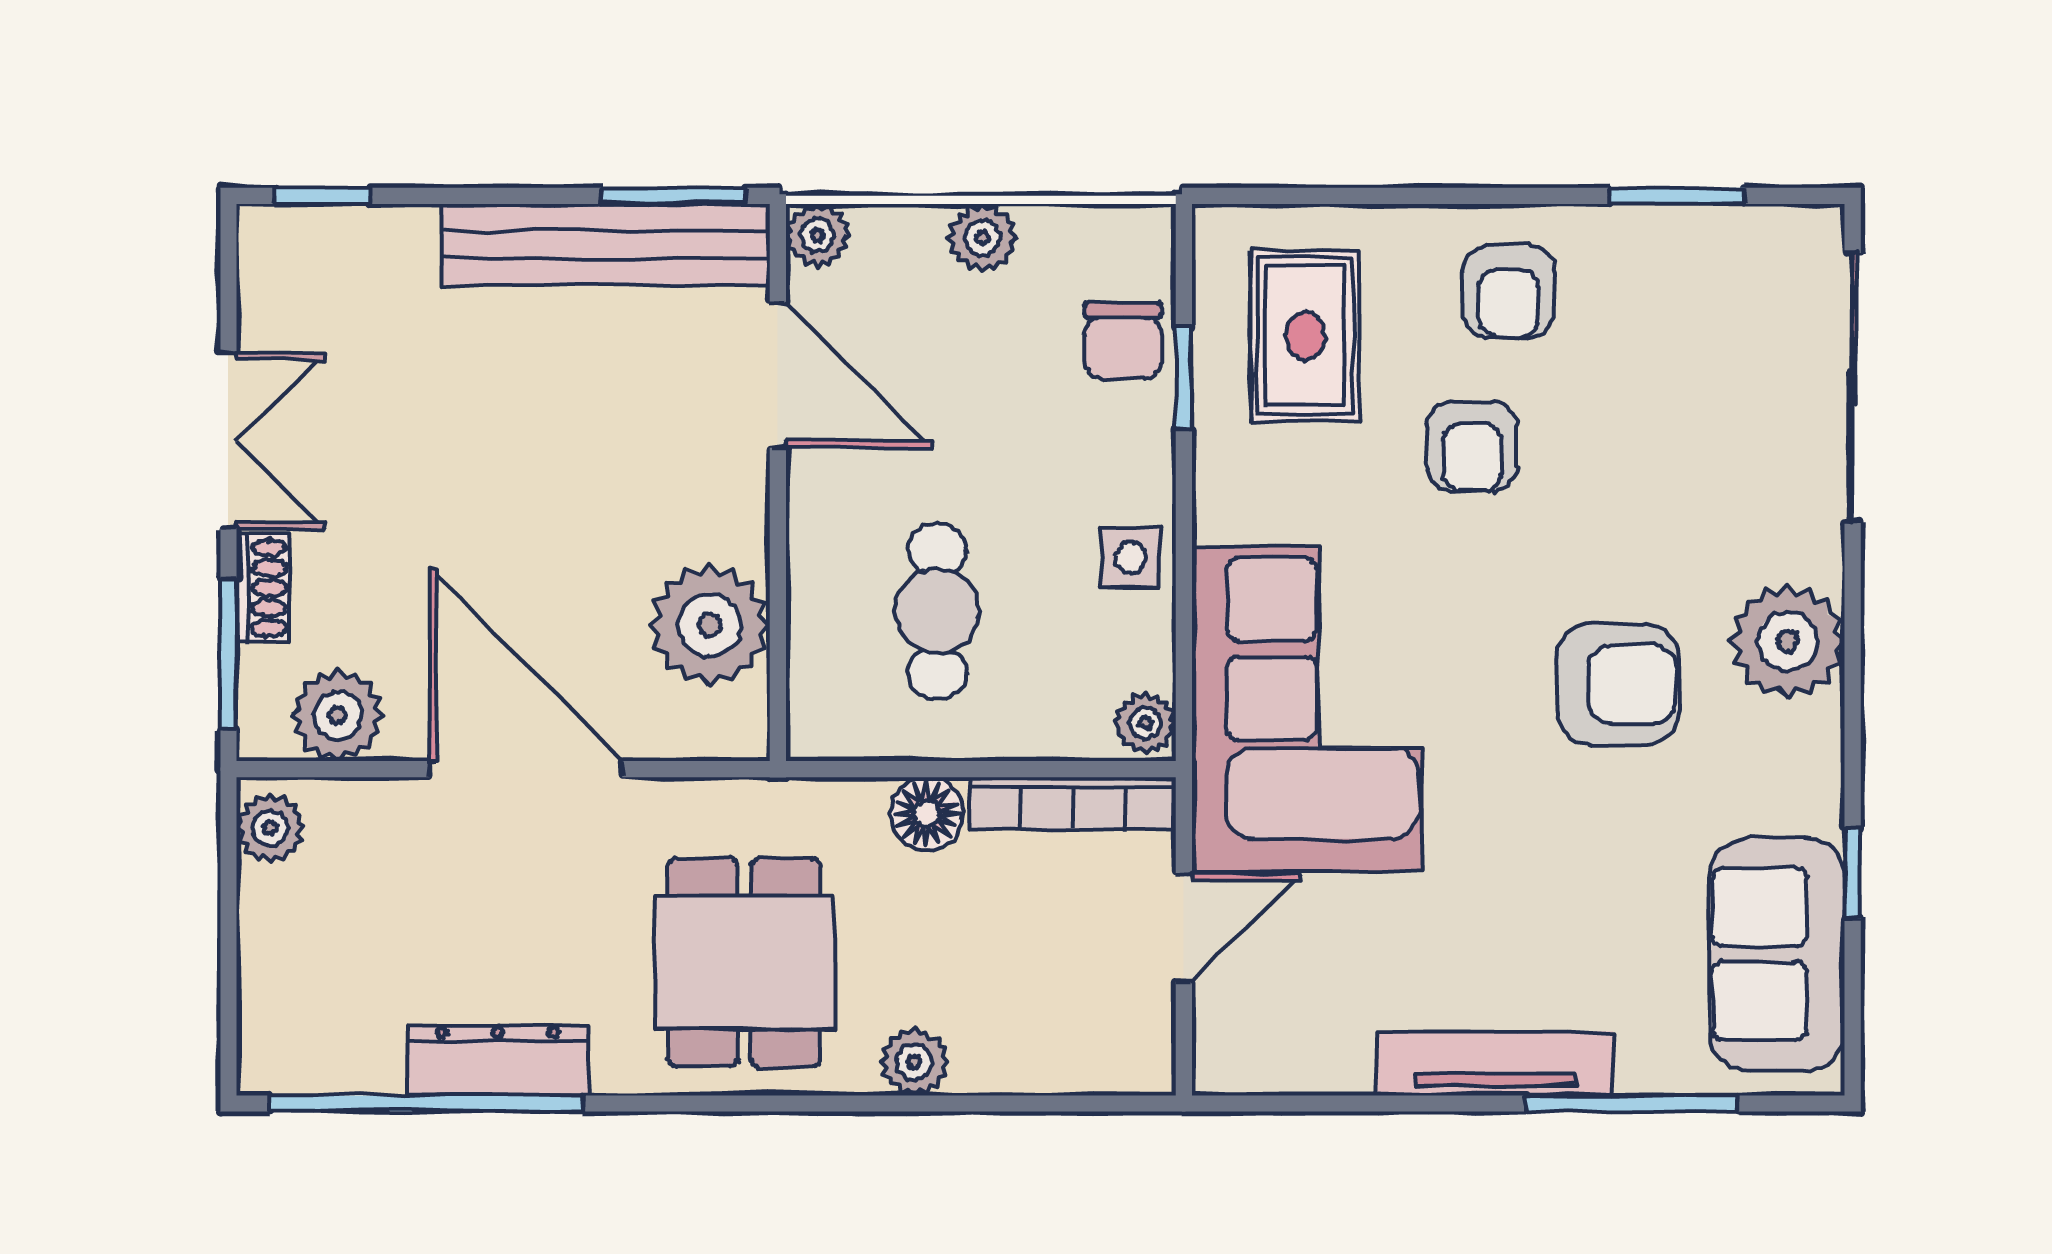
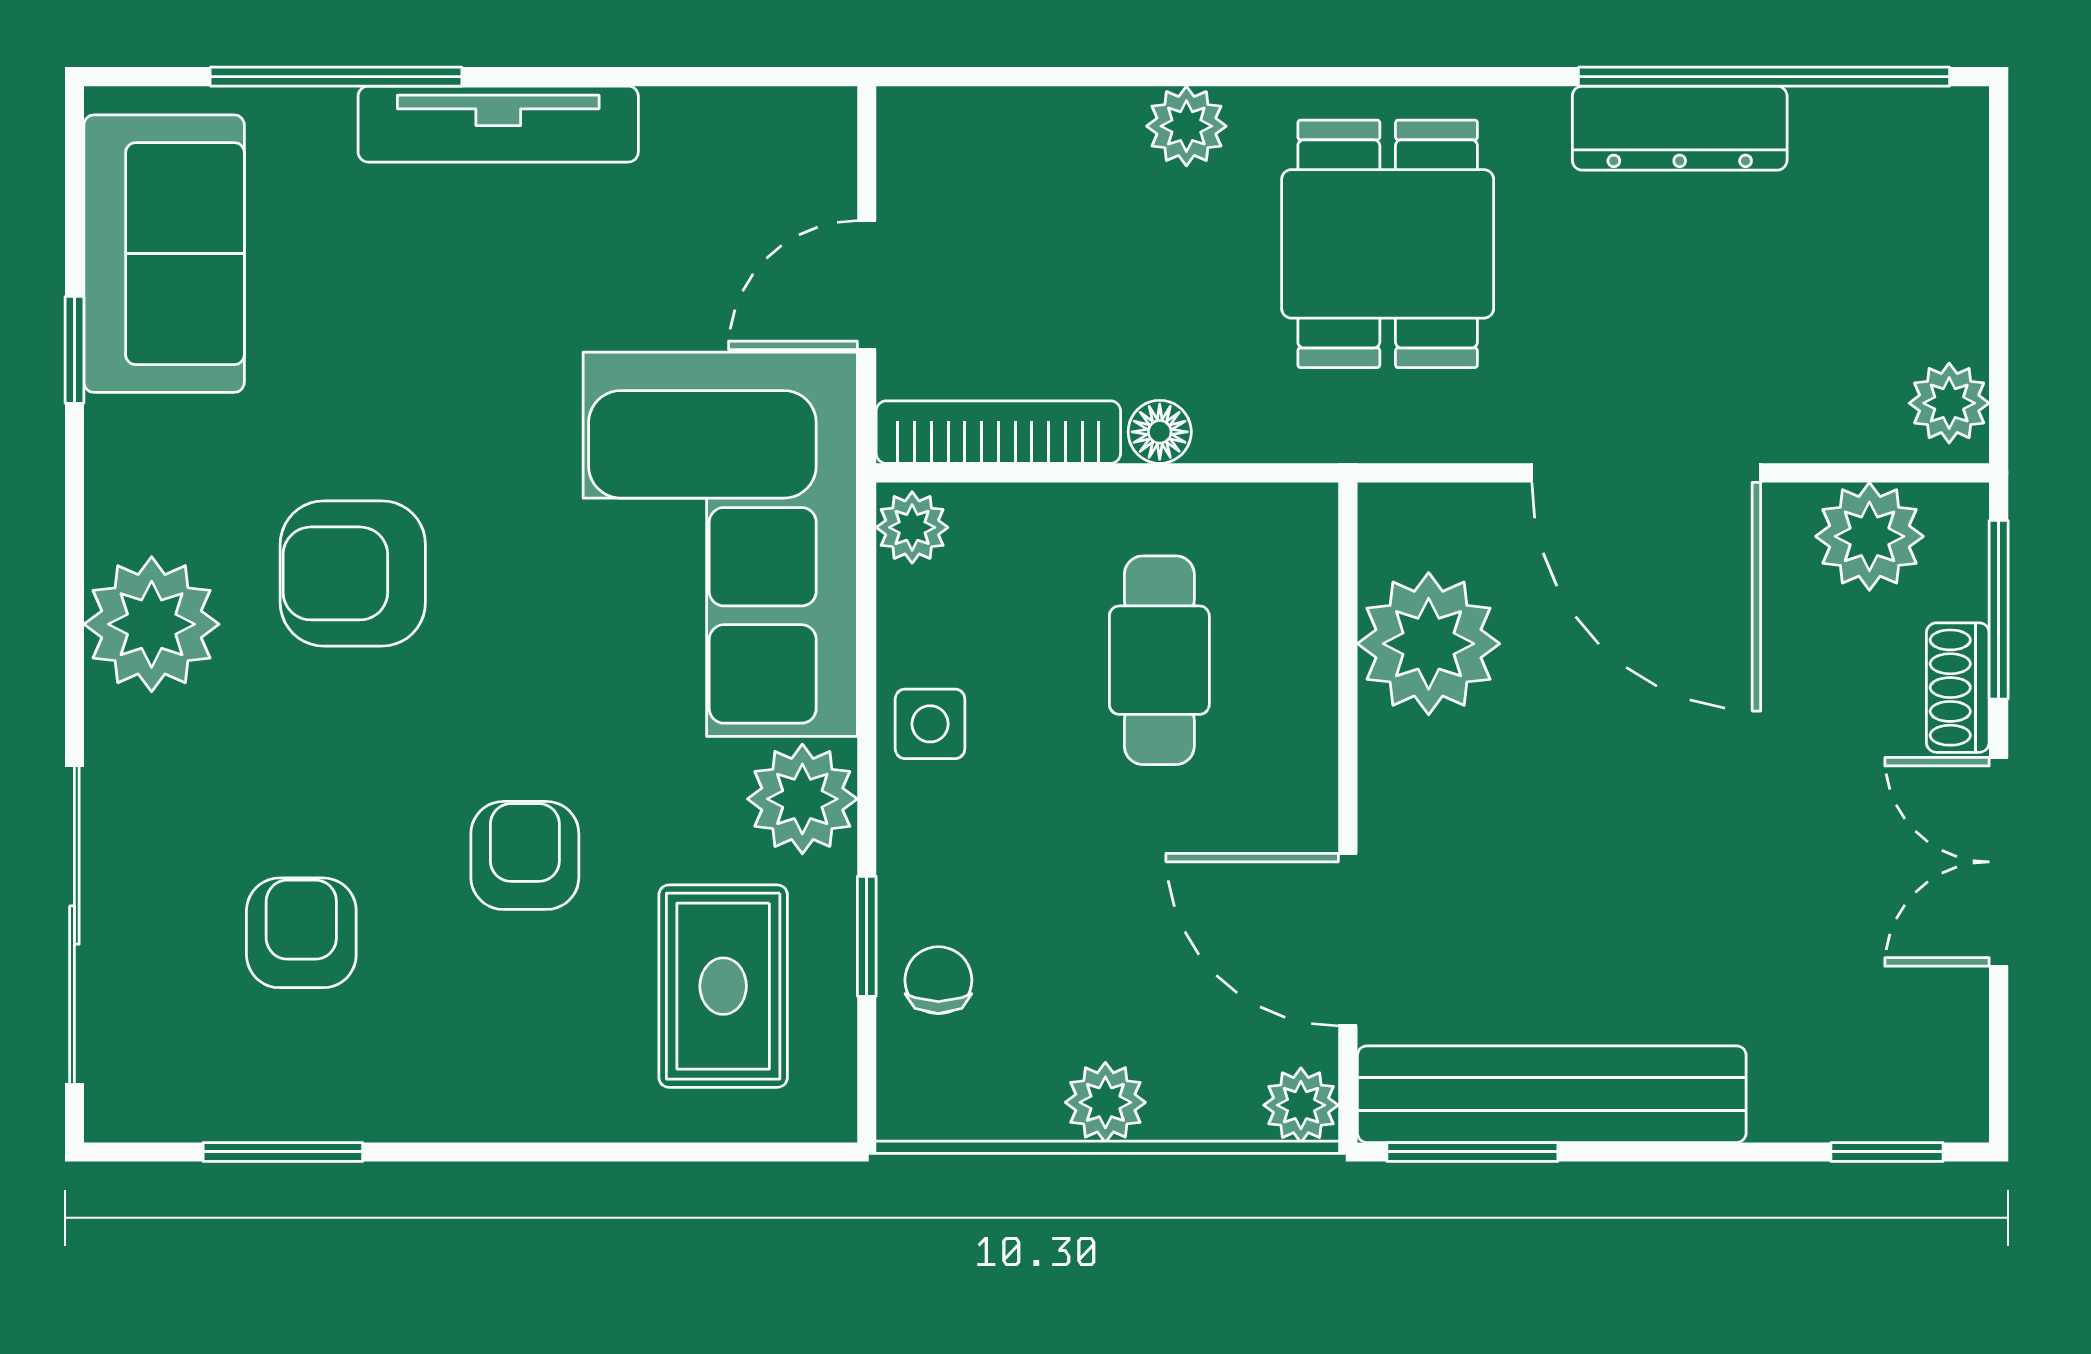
armchair: (1509, 292) -> (301, 933), moved
chair: (1123, 341) -> (938, 980), width x0.73, depth x0.73
plant: (1238, 494) -> (802, 799), added
floor lamp: (927, 814) -> (1160, 432), width x0.73, depth x0.73

